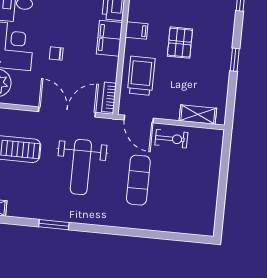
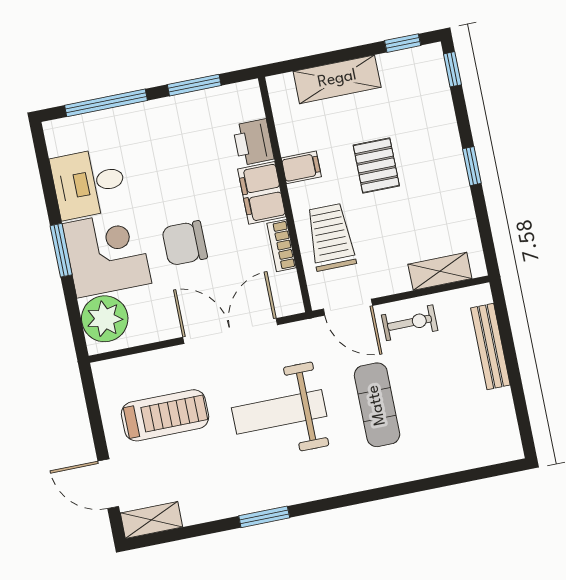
chair: (56, 54) -> (185, 243), width x1.87, depth x1.87
bookcase: (109, 97) -> (282, 246), moved
weight bench: (81, 167) -> (279, 412), turned 90
bench: (214, 167) -> (490, 346), added

